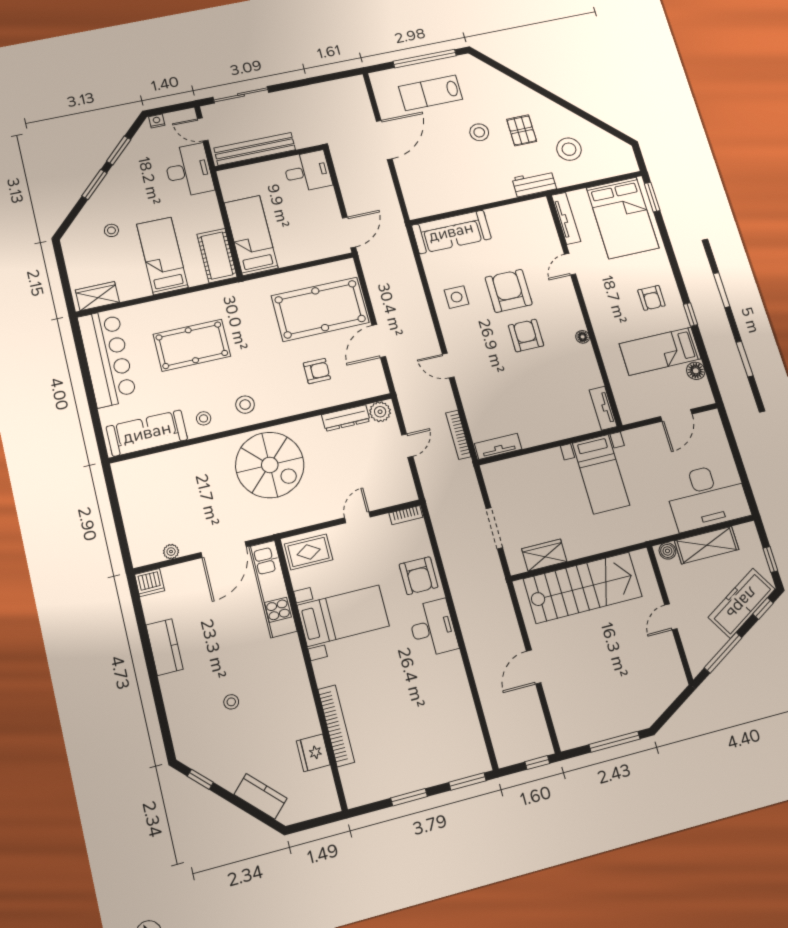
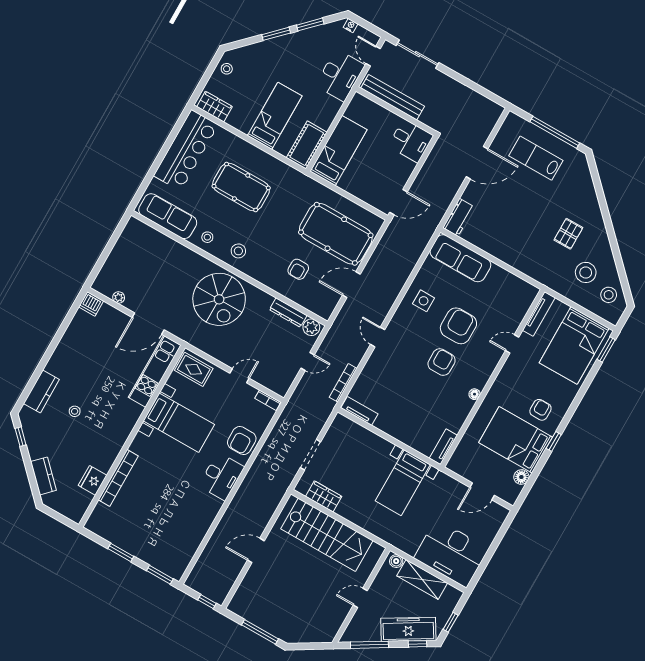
stool: (479, 132) -> (609, 295), moved
workbench: (534, 183) -> (459, 217), moved, turned 90
stool: (111, 230) -> (227, 69), moved
armchair: (651, 298) -> (540, 410), turned 180
bed: (660, 351) -> (516, 440), width x1.50
armchair: (317, 371) -> (298, 269), turned 90
kitchen counter: (164, 647) -> (41, 391), moved

